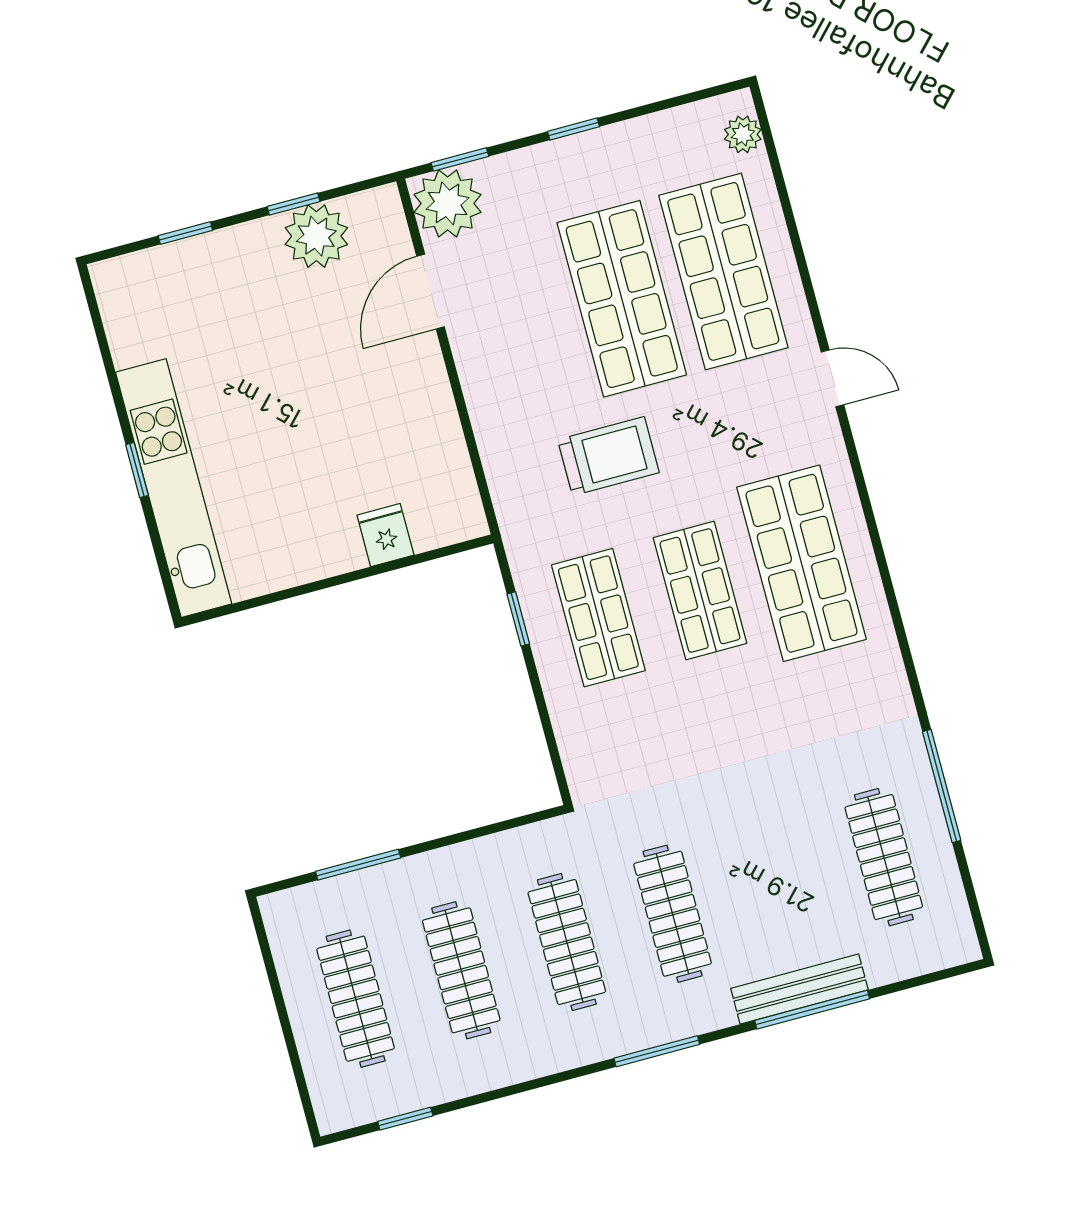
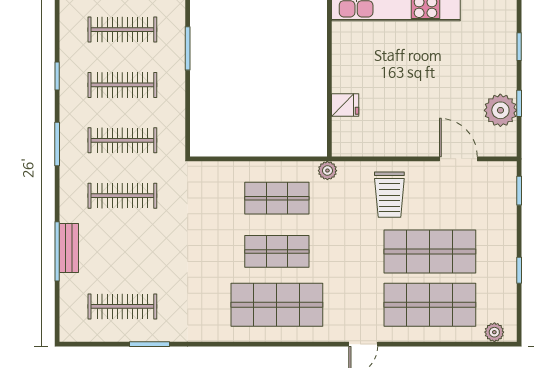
window: (574, 129) -> (519, 270), moved
plant: (448, 203) -> (327, 171), moved, width x0.53, depth x0.53
trolley: (608, 456) -> (389, 195), moved
window: (518, 619) -> (287, 159), removed
window: (942, 786) -> (150, 344), width x0.69
bench: (799, 989) -> (69, 248), width x0.73
window: (657, 1051) -> (57, 144), moved
window: (405, 1119) -> (57, 76), moved

